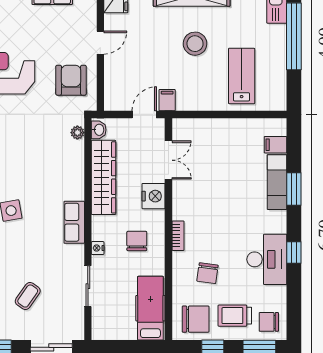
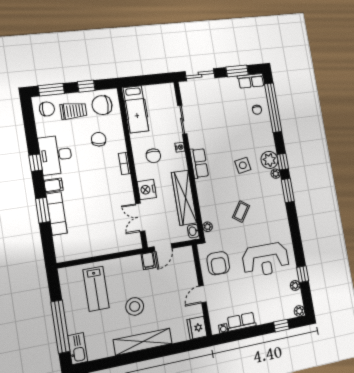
filing cabinet: (276, 145) -> (53, 185), moved
coffee table: (28, 296) -> (241, 212), moved

